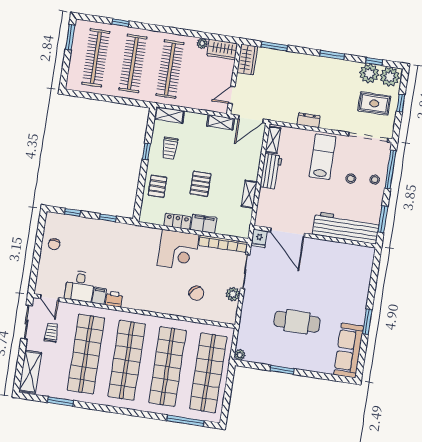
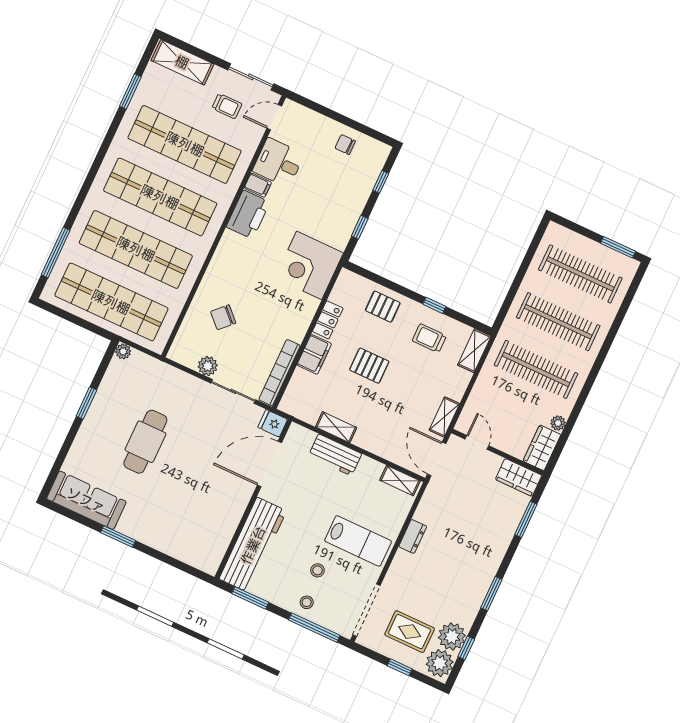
window: (121, 23) -> (618, 321), removed
rug: (374, 103) -> (410, 632), turned 90
workbench: (271, 171) -> (335, 455), moved
corner desk: (178, 250) -> (309, 265), moved
printer: (114, 299) -> (248, 215), width x1.87, depth x1.48

